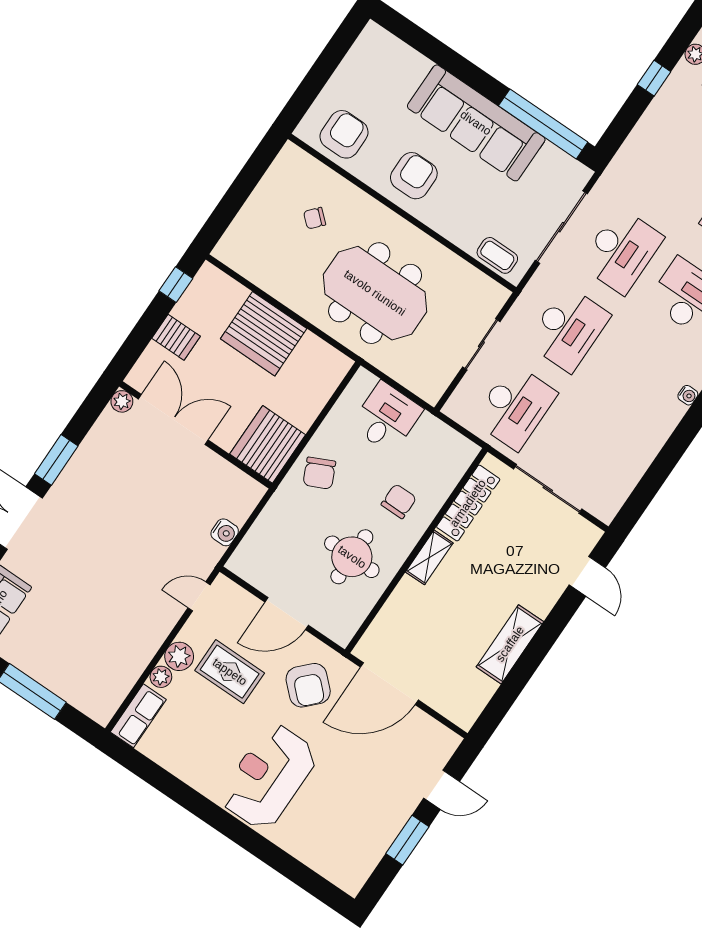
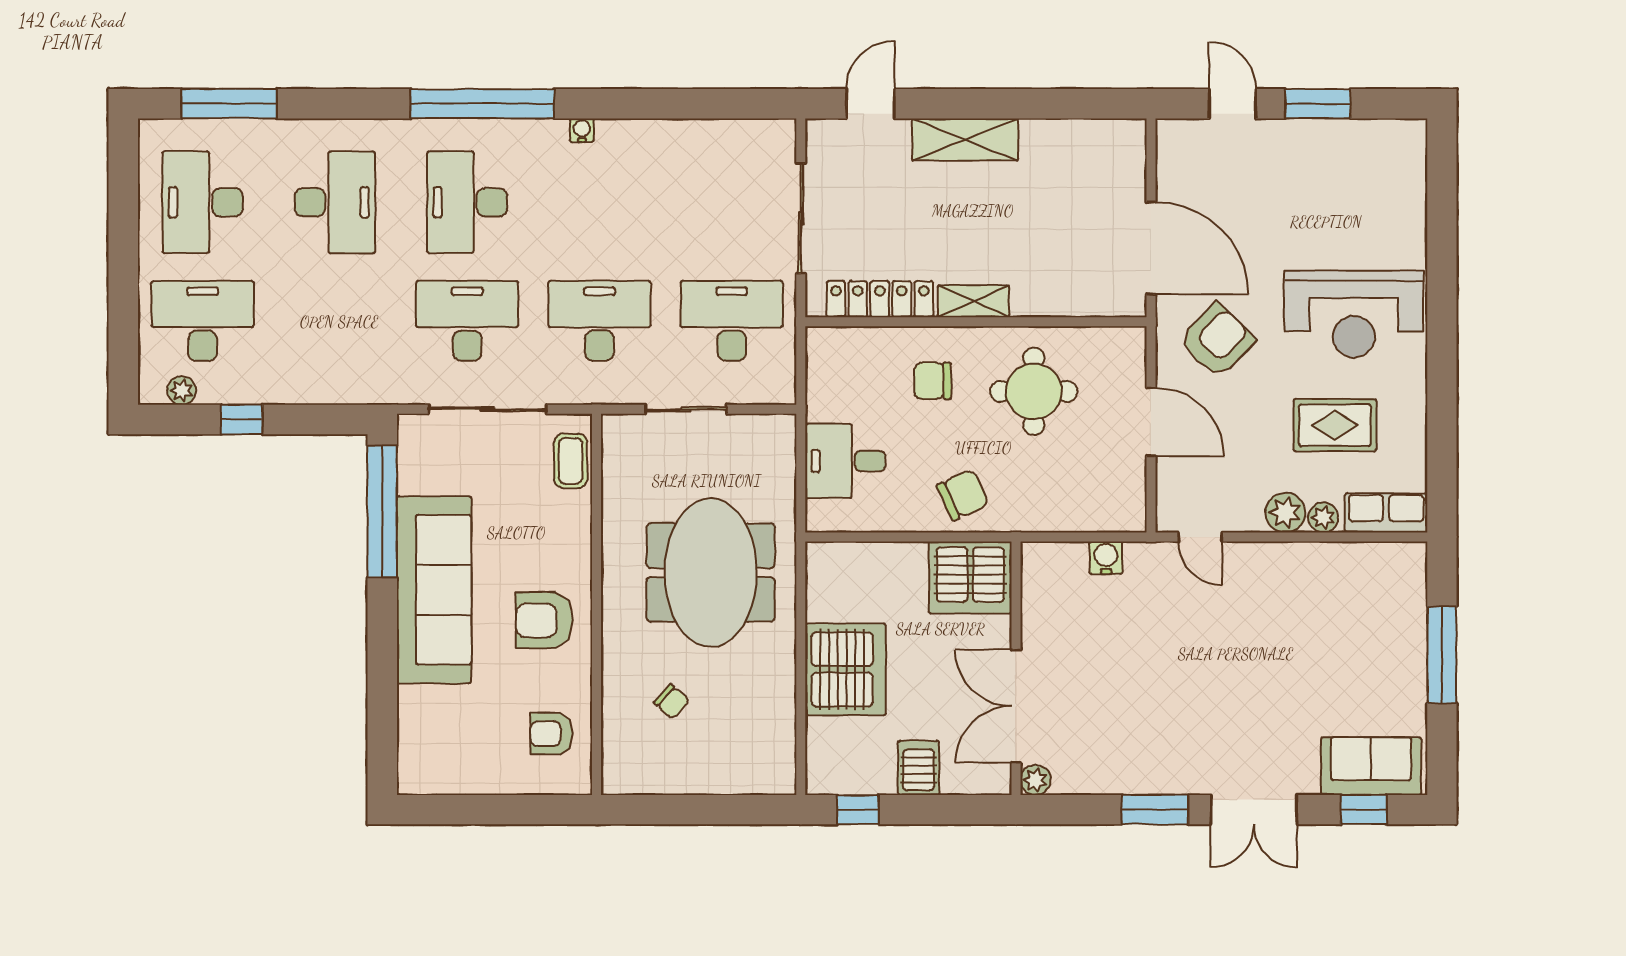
armchair: (344, 134) -> (551, 734), width x0.72, depth x0.72
shelving: (510, 644) -> (965, 139), moved
rug: (230, 672) -> (1335, 425), moved, turned 90

